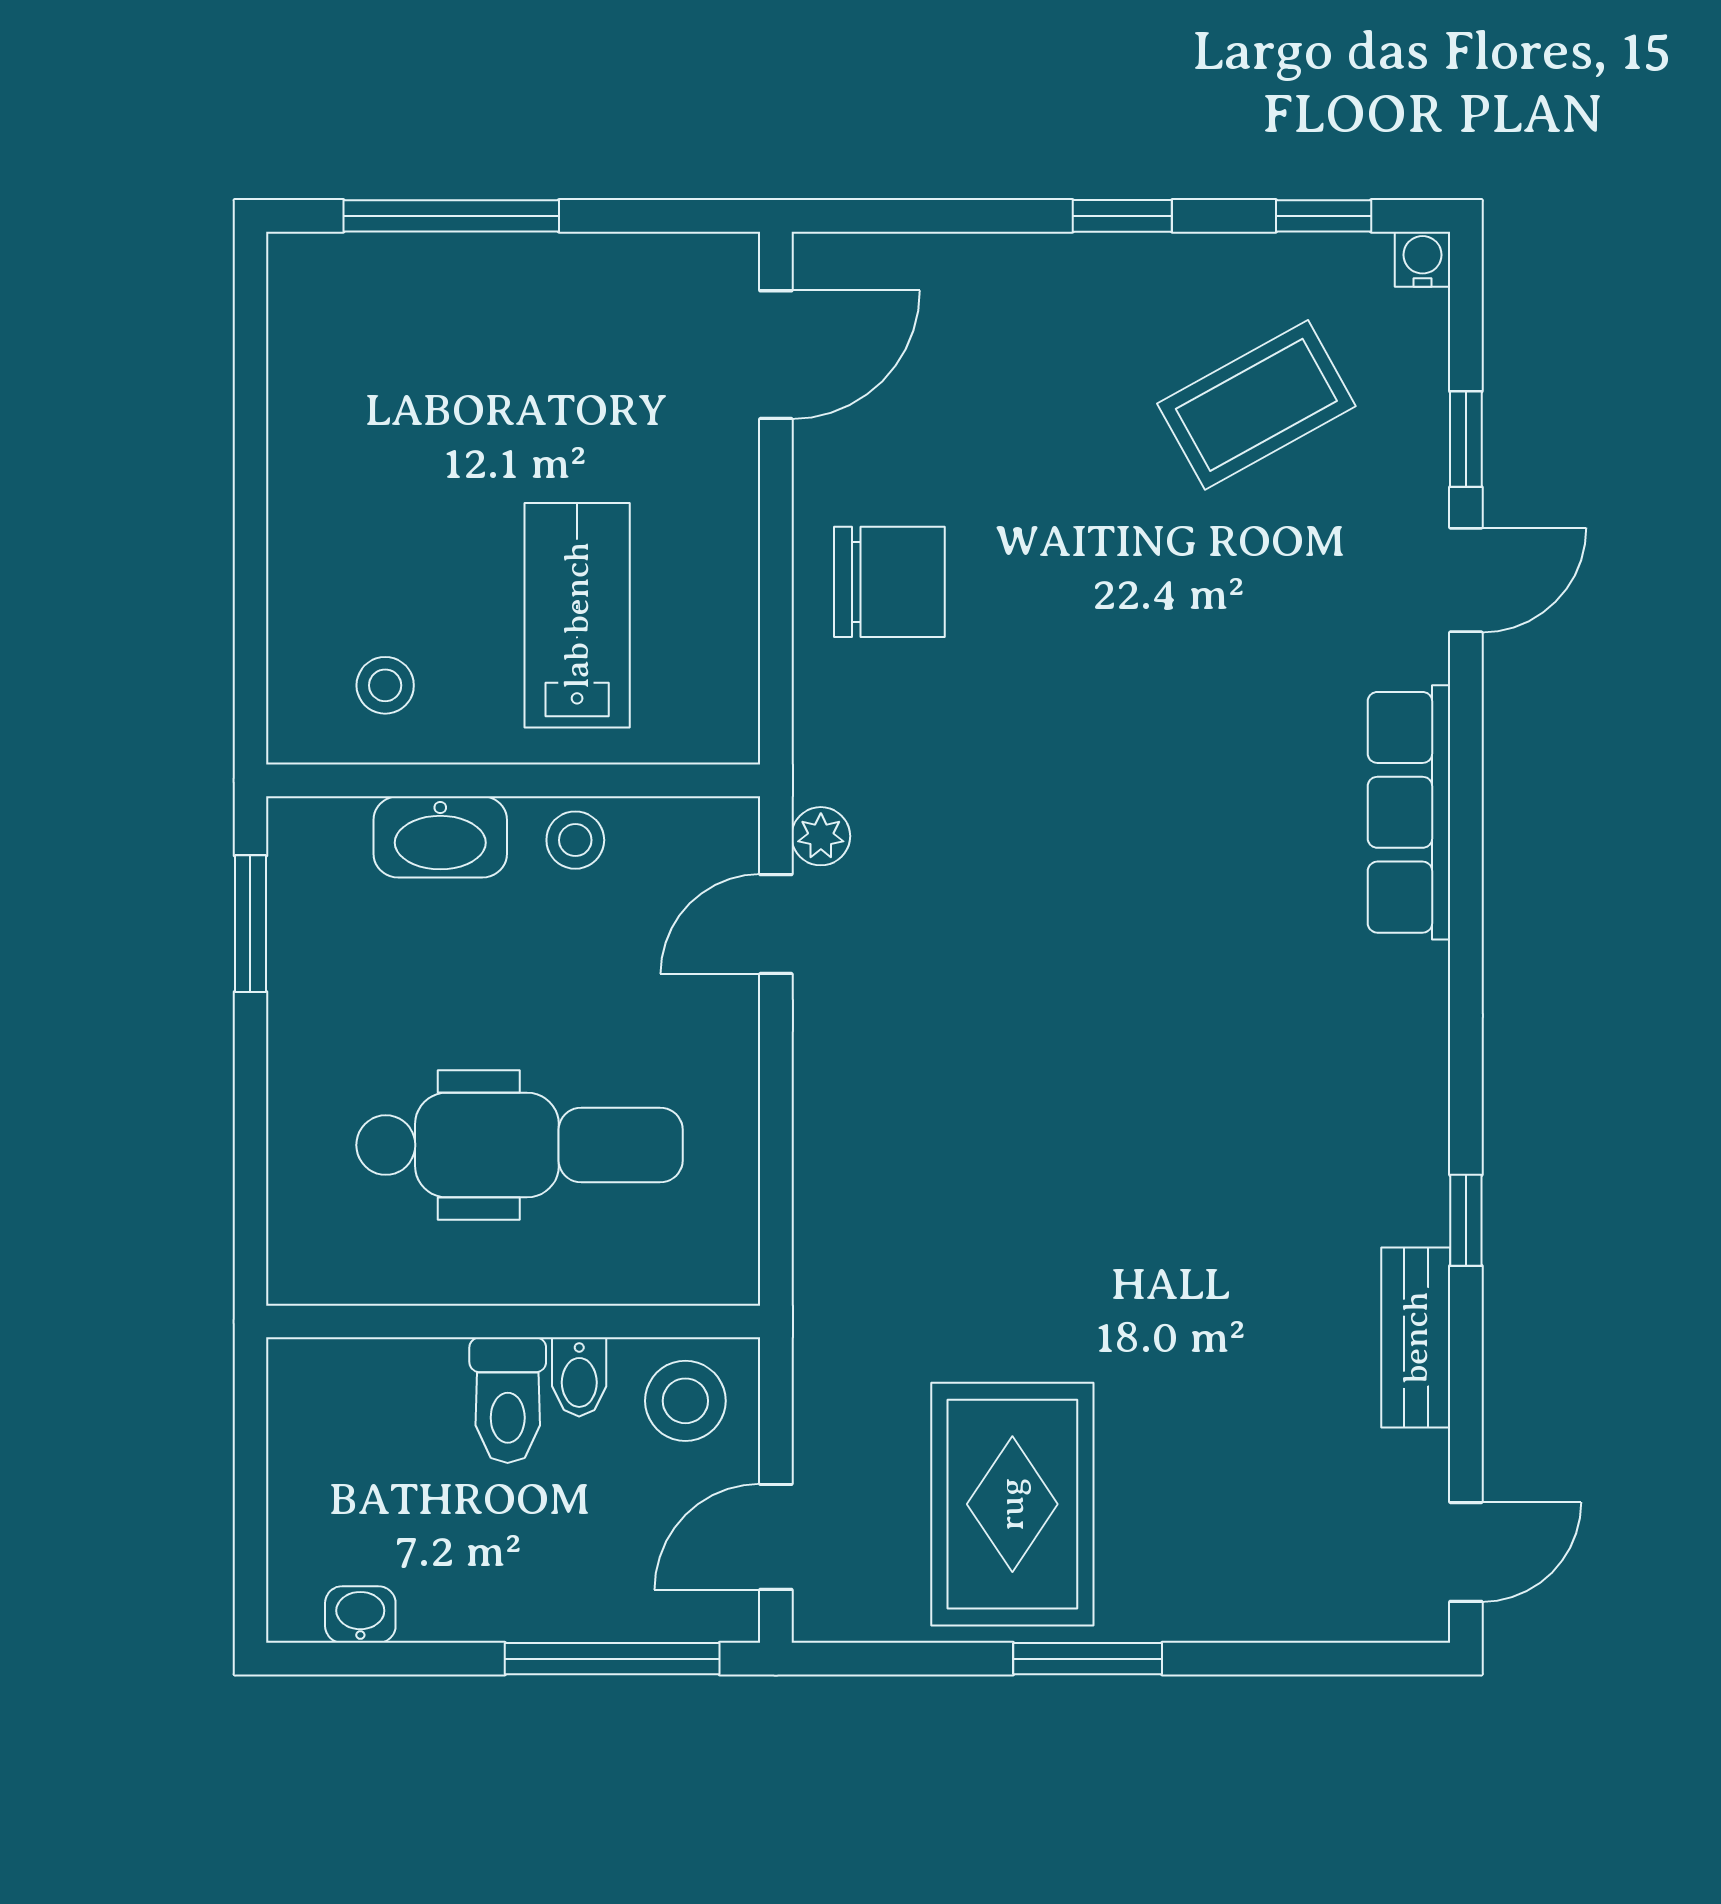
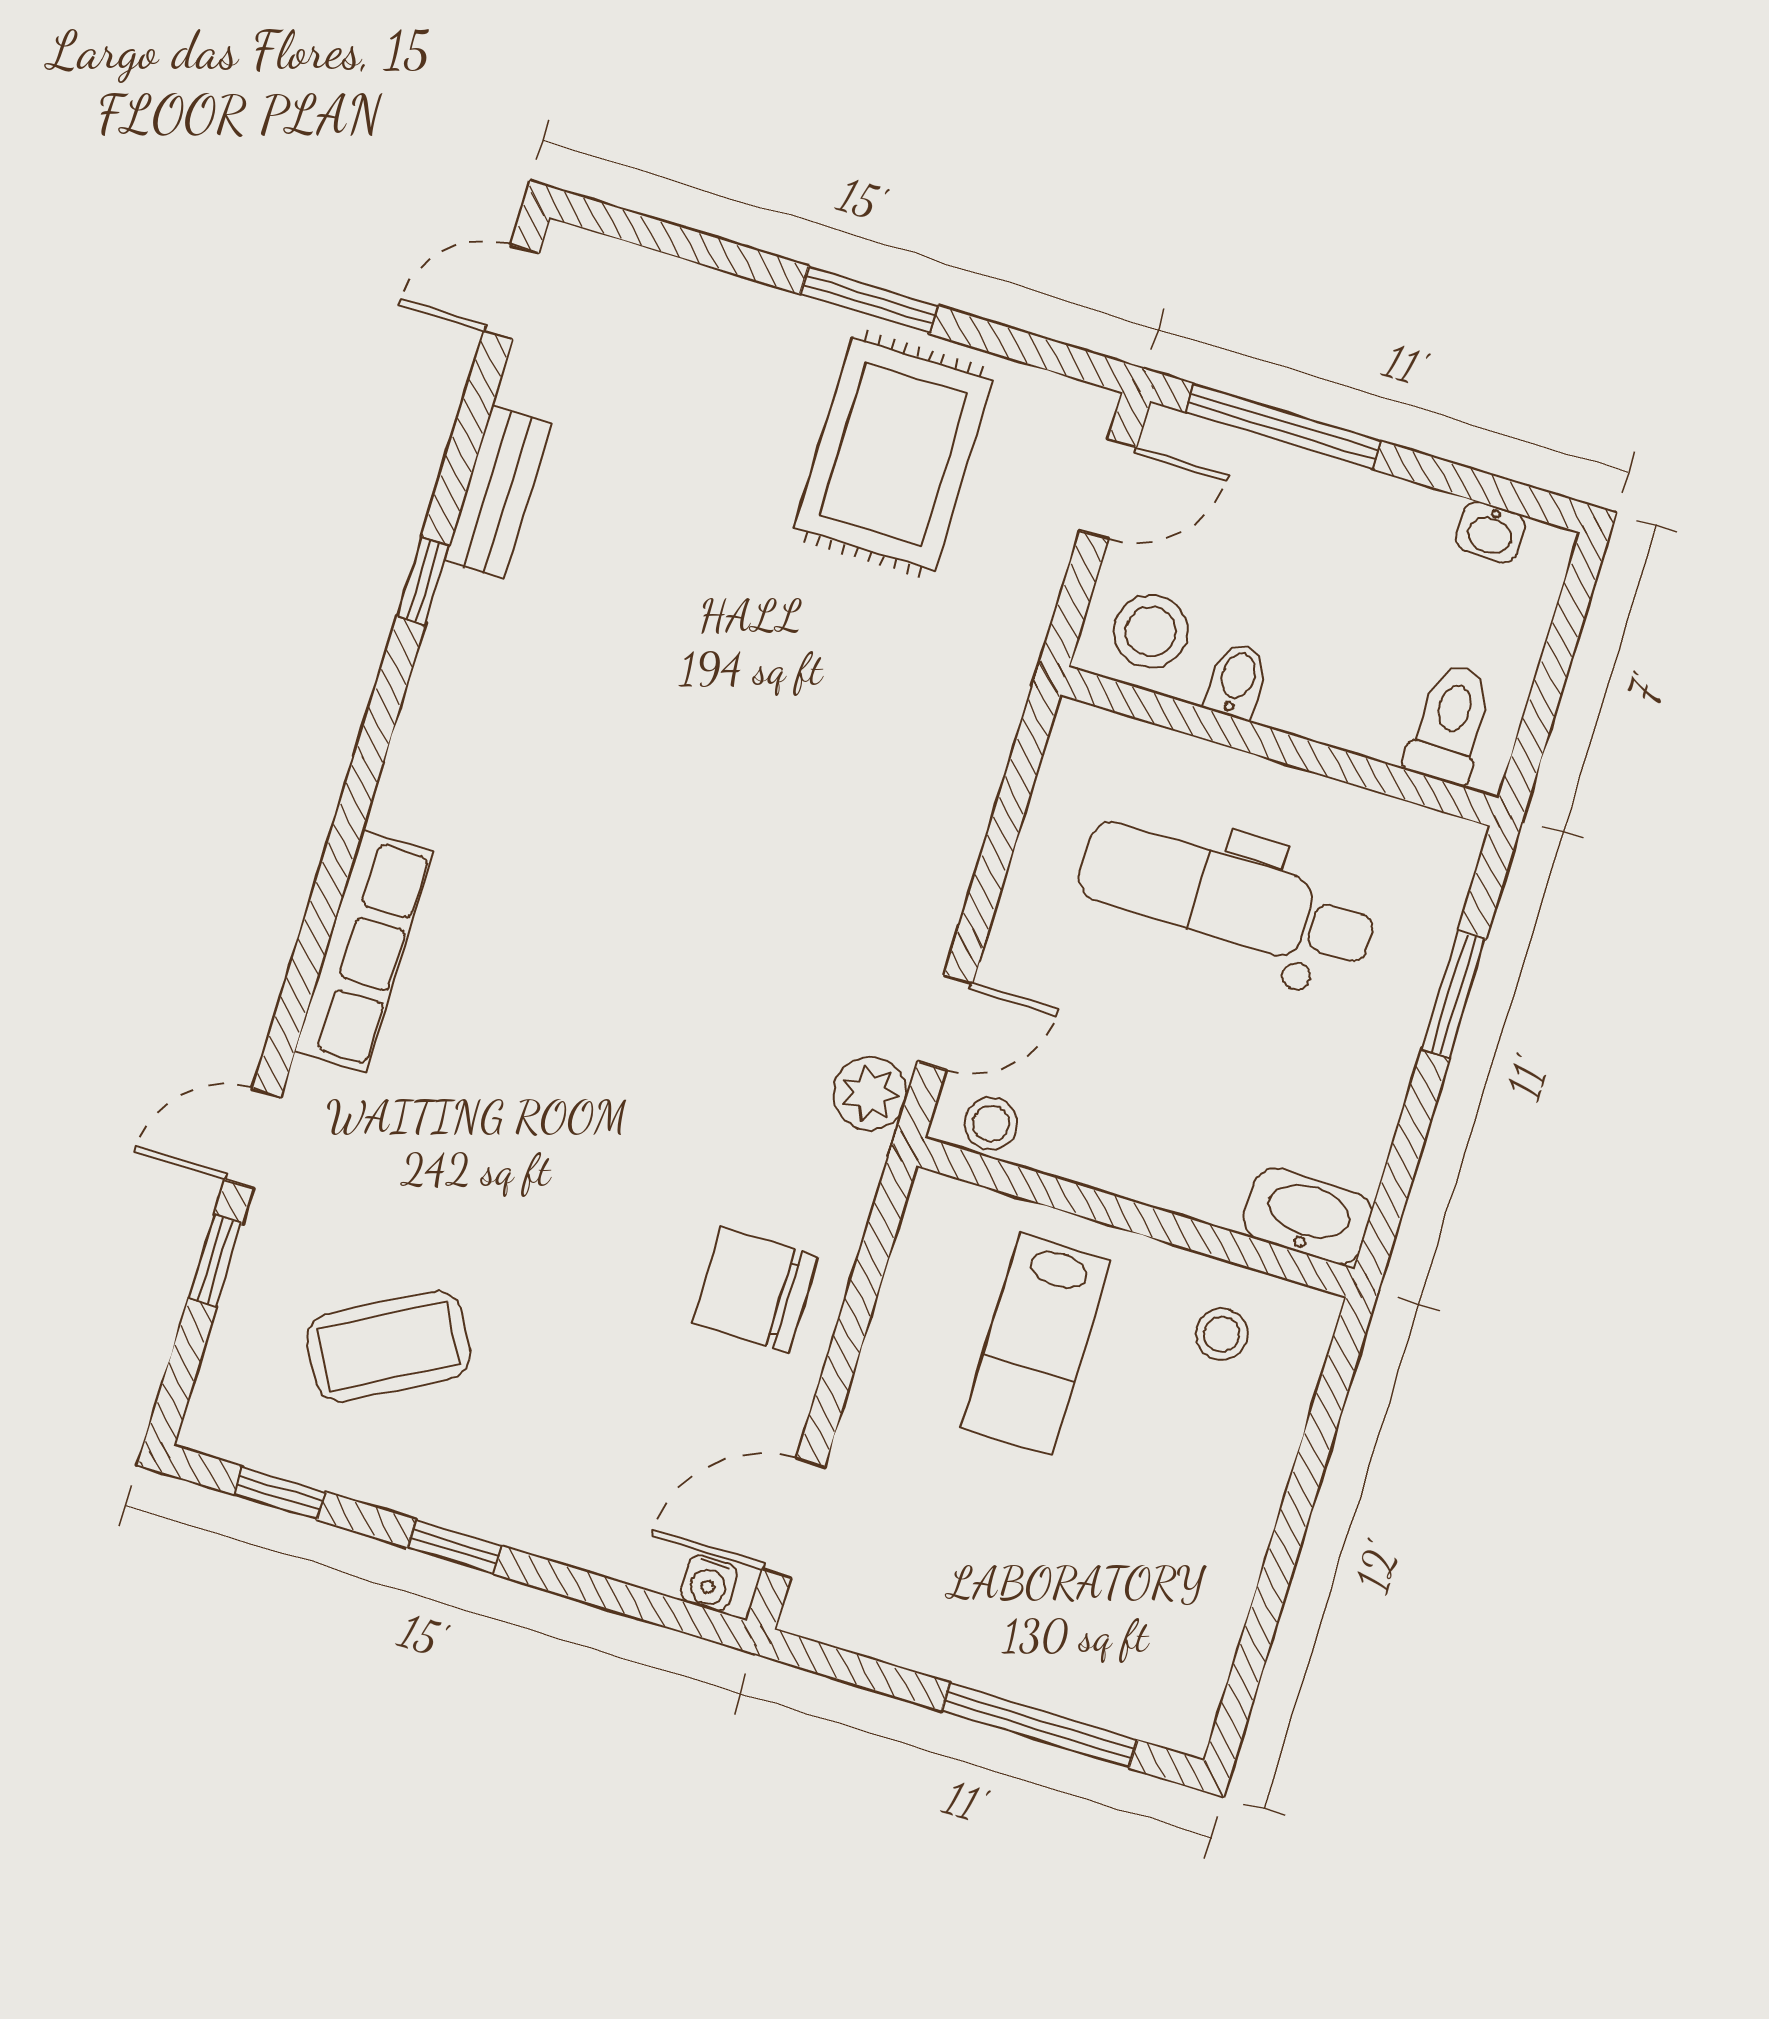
water cooler: (1422, 259) -> (709, 1583), moved
plant: (821, 836) -> (870, 1094), width x1.38, depth x1.38
washbasin: (440, 837) -> (1307, 1216), moved
stool: (575, 840) -> (991, 1124), moved
window: (250, 924) -> (1454, 994), moved
toilet: (508, 1400) -> (1450, 724), moved

